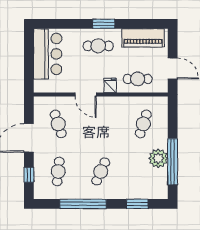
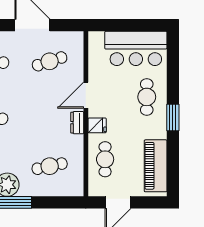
cafe table: (98, 46) -> (147, 97), moved
dresser: (108, 102) -> (77, 123), added
cafe table: (143, 124) -> (50, 166), turned -30

